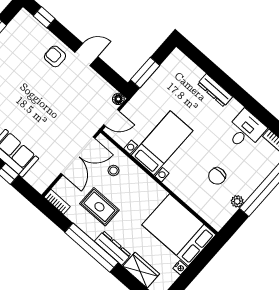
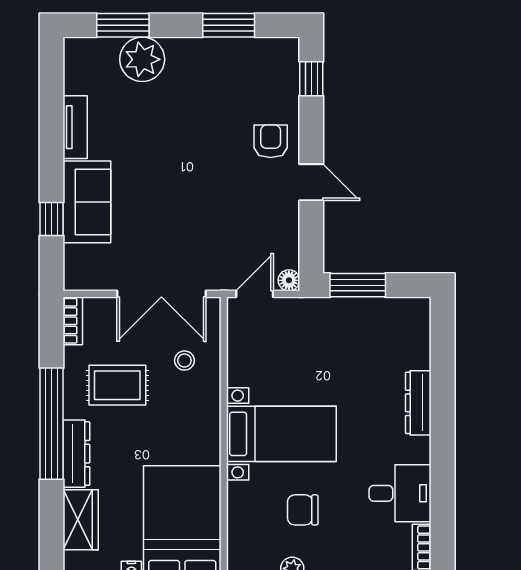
door: (112, 118) -> (255, 294), swing flipped
bed with nightstands: (162, 143) -> (281, 434), moved
rug: (99, 207) -> (117, 385), turned 90

